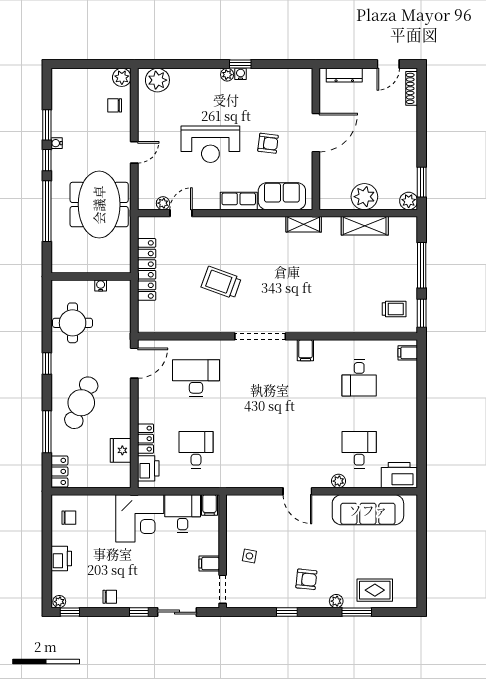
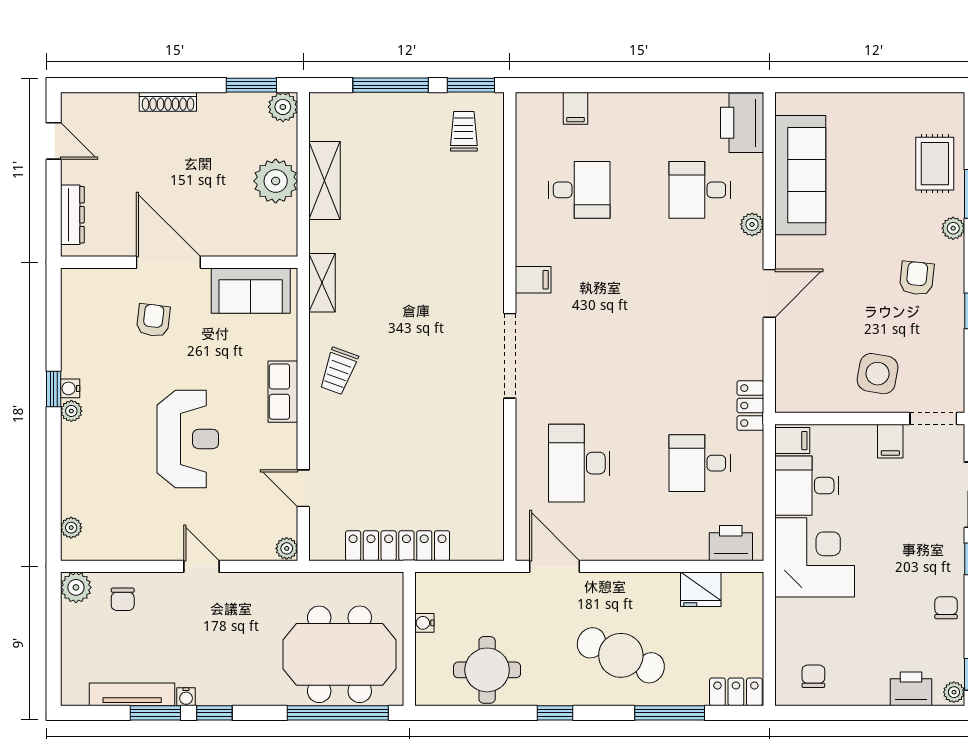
plant: (157, 80) -> (71, 528), width x0.53, depth x0.53
shoe rack: (412, 88) -> (168, 102), moved
tv unit: (58, 111) -> (132, 694), added
armchair: (268, 143) -> (153, 320), moved
sofa: (282, 196) -> (251, 291), moved, turned -90
plant: (163, 203) -> (287, 548), moved
meeting table: (99, 205) -> (339, 654), moved
window: (47, 211) -> (338, 713), moved
trolley: (221, 283) -> (338, 371), moved, width x0.73, depth x0.72
filing cabinet: (408, 353) -> (576, 108), moved
locker: (146, 439) -> (750, 406), moved, turned -90
side table: (249, 556) -> (878, 374), width x1.87, depth x1.87
printer: (61, 558) -> (911, 689), moved

